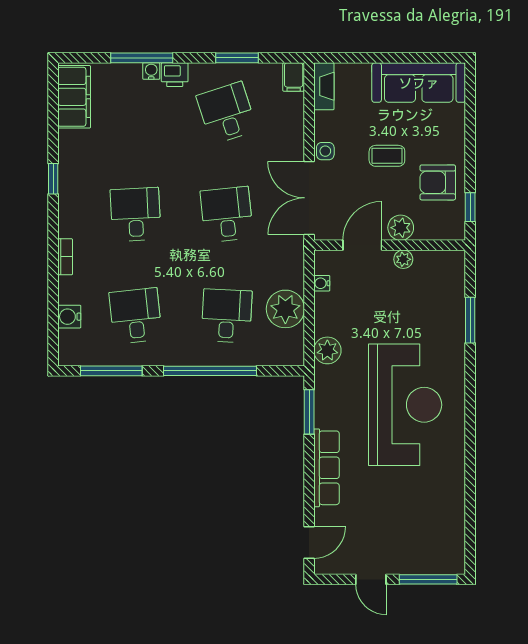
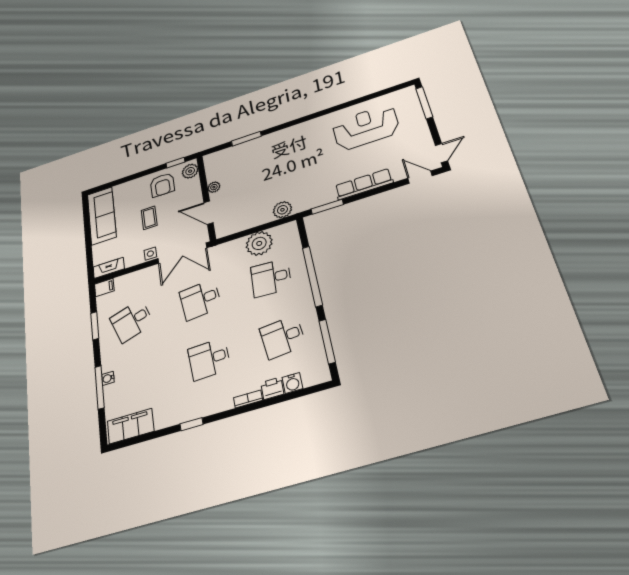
printer: (175, 75) -> (272, 388), moved, turned -90
plant: (401, 228) -> (190, 171), moved
water cooler: (322, 283) -> (238, 228), removed
reception desk: (405, 405) -> (366, 127), moved, width x0.74, depth x0.77
door: (371, 579) -> (441, 153), moved

